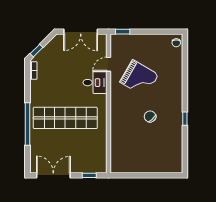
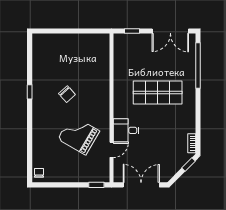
shop shelf: (65, 118) -> (158, 93), width x0.71
window: (27, 124) -> (198, 66), moved

